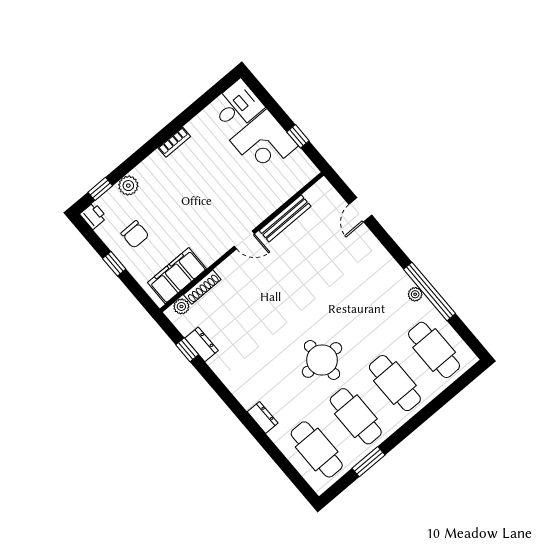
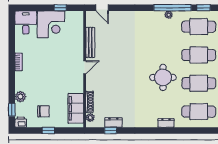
door: (360, 210) -> (102, 8), moved
window: (466, 334) -> (204, 8), added

